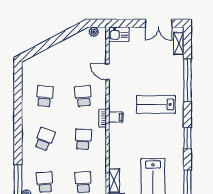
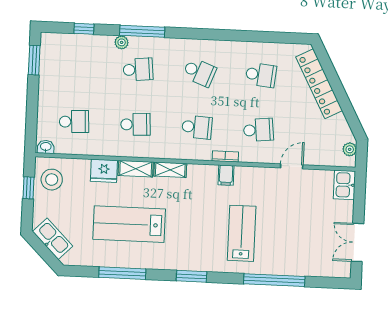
shelving: (179, 43) -> (170, 170), moved
locker: (49, 55) -> (319, 84), added

